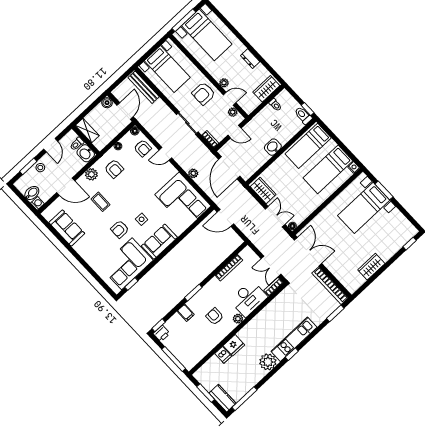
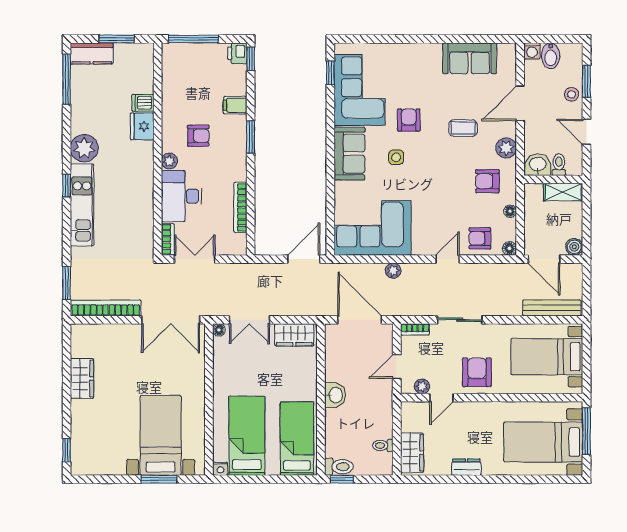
plant: (224, 83) -> (467, 409), removed

